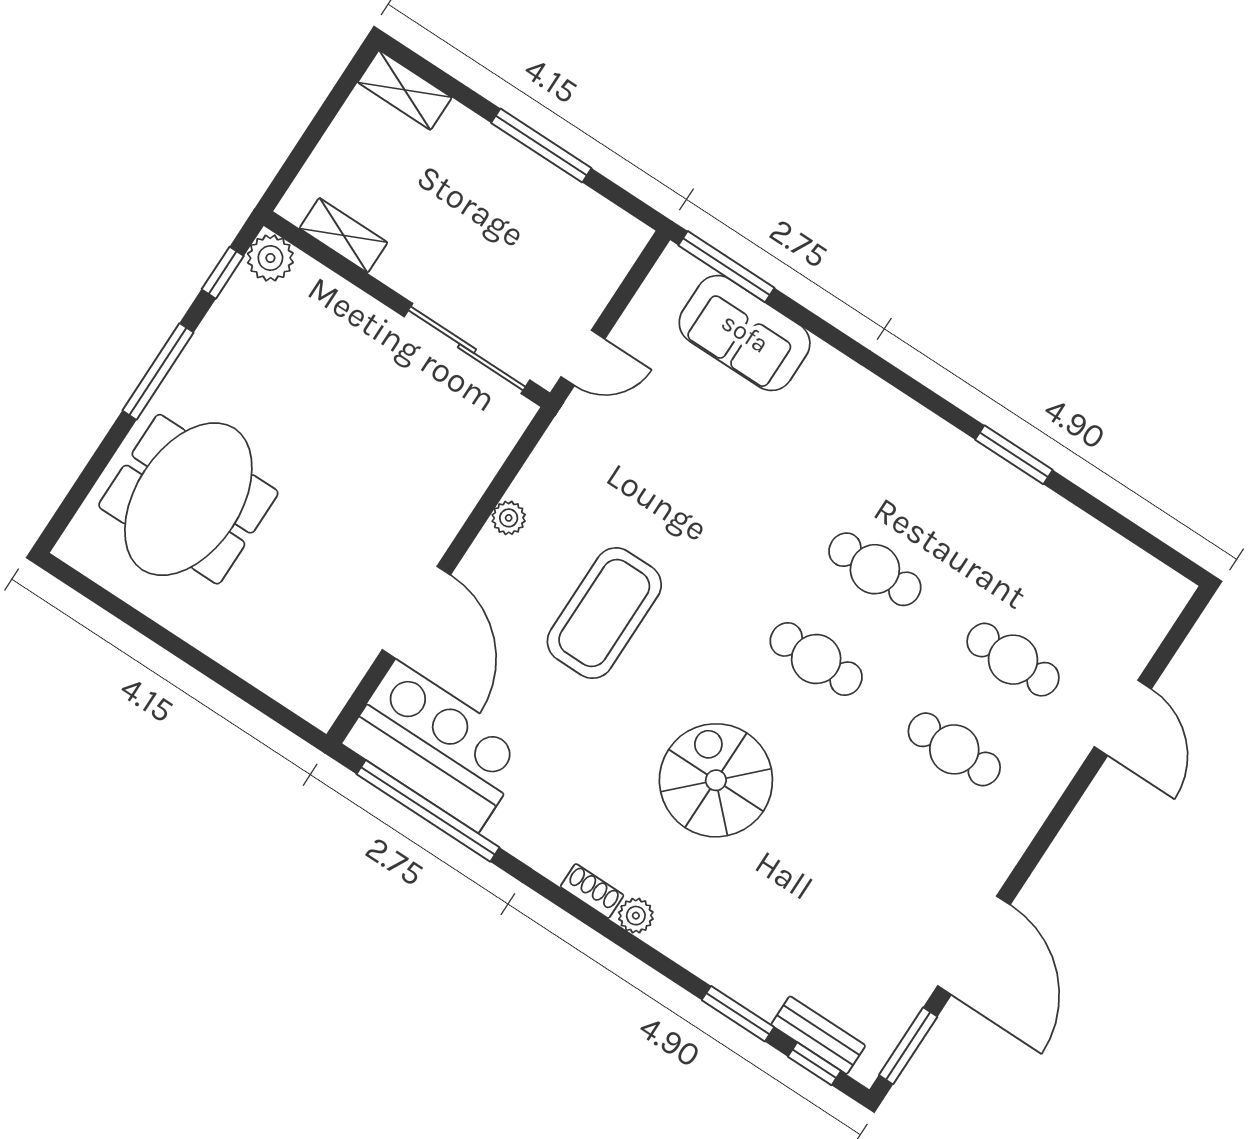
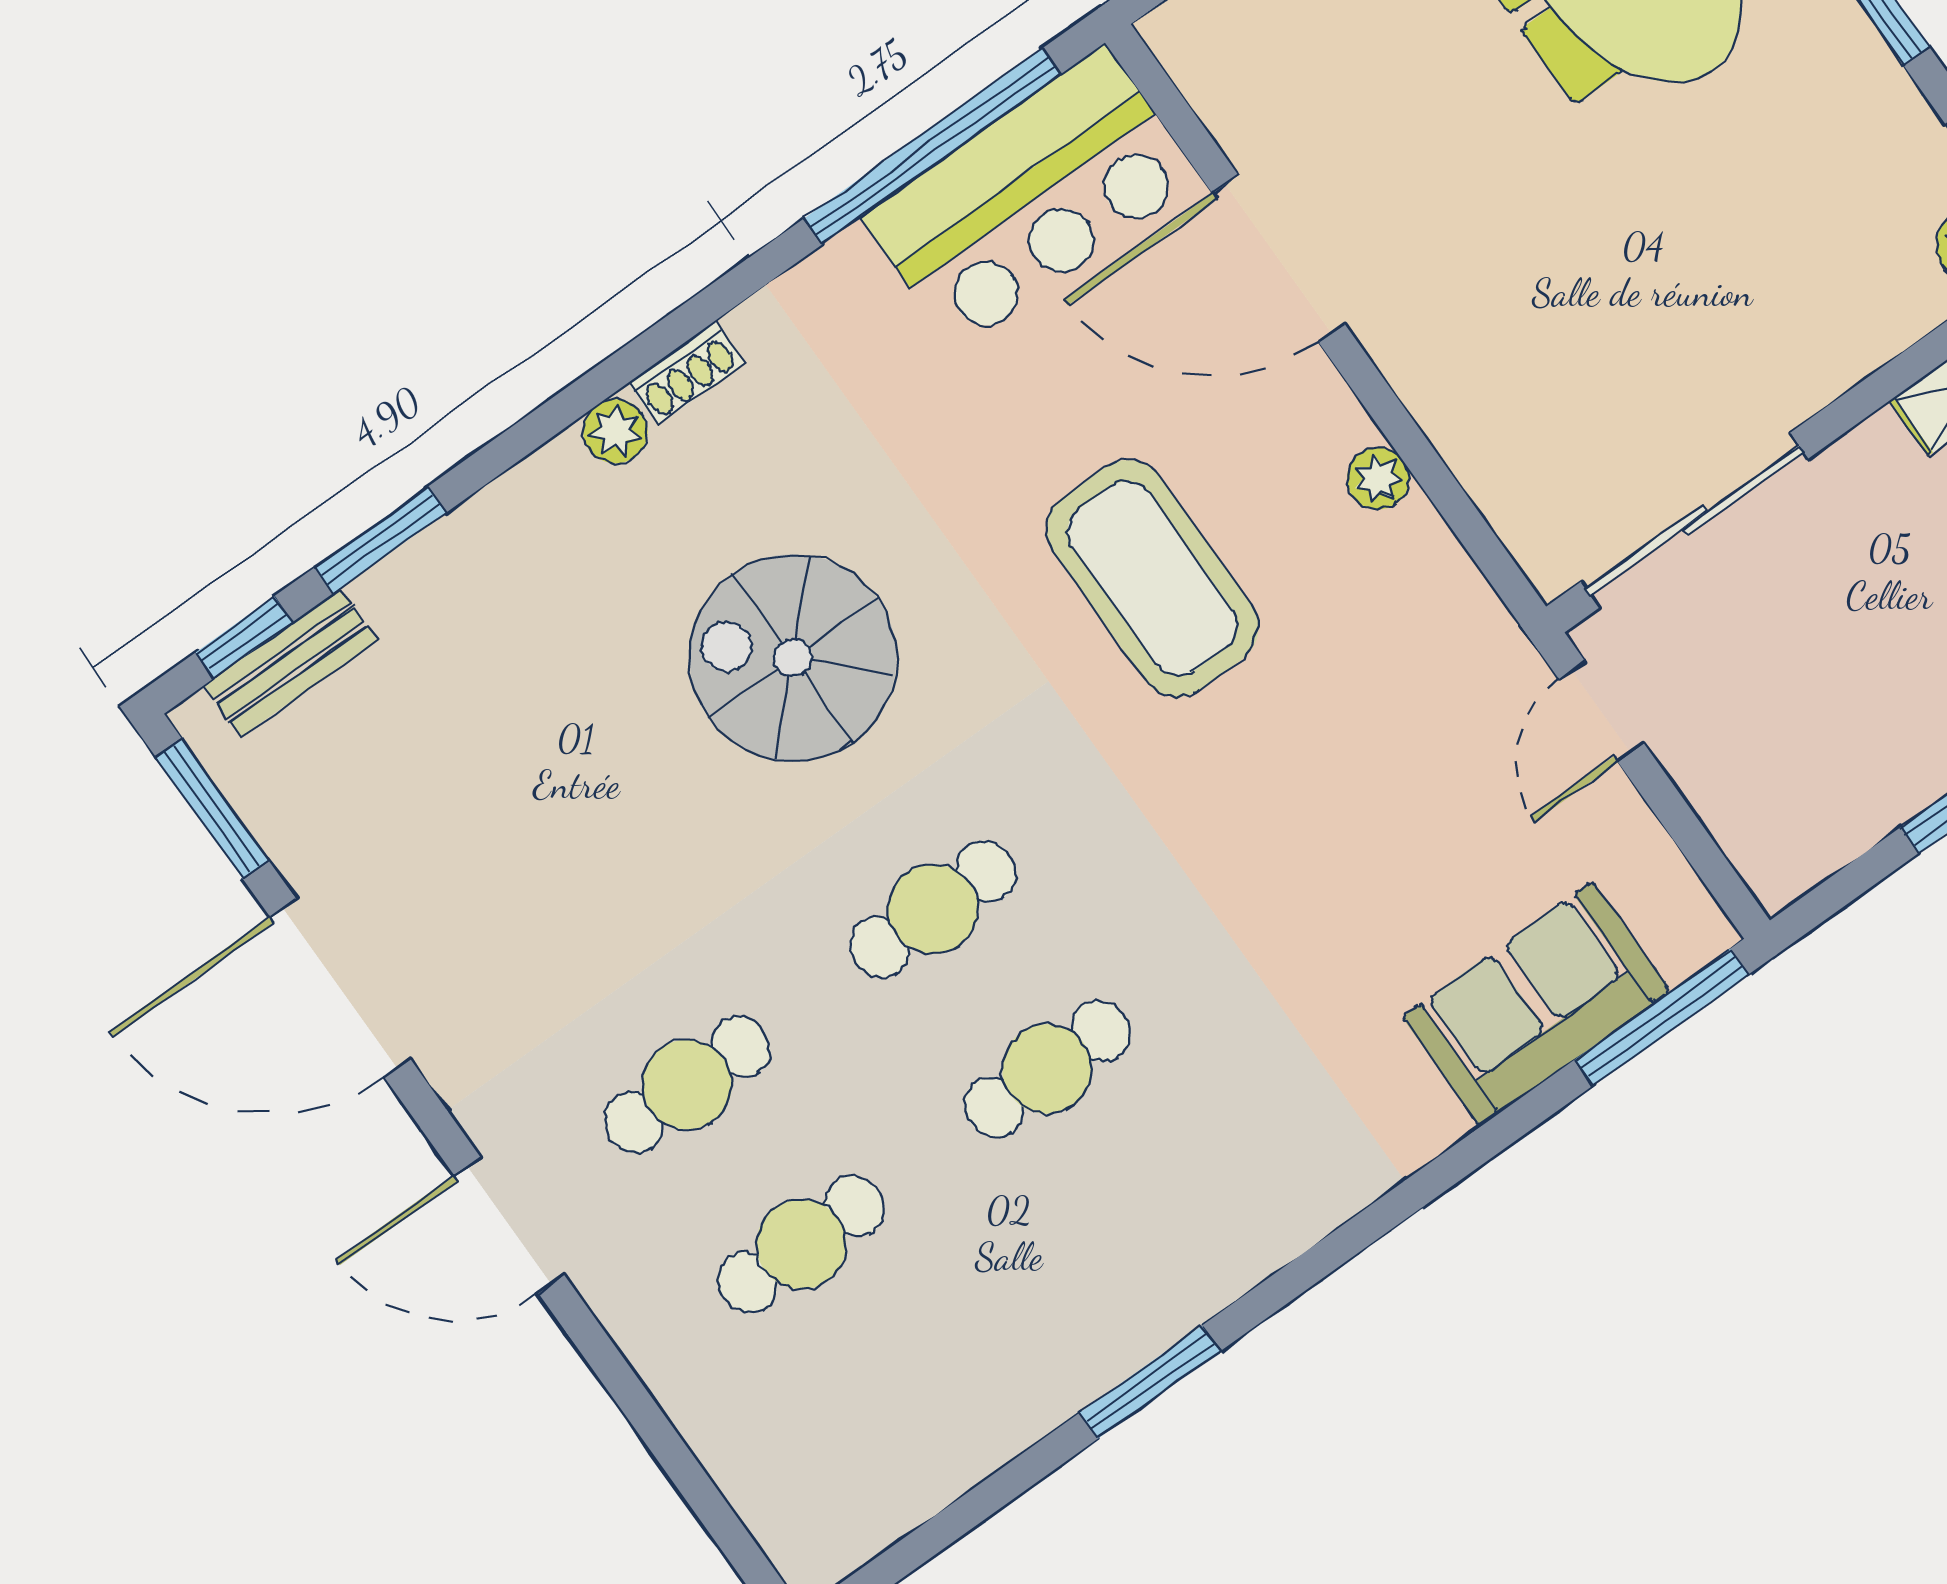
door: (1123, 718) -> (509, 1225), moved
spiral stairs: (716, 780) -> (793, 658), turned 180

